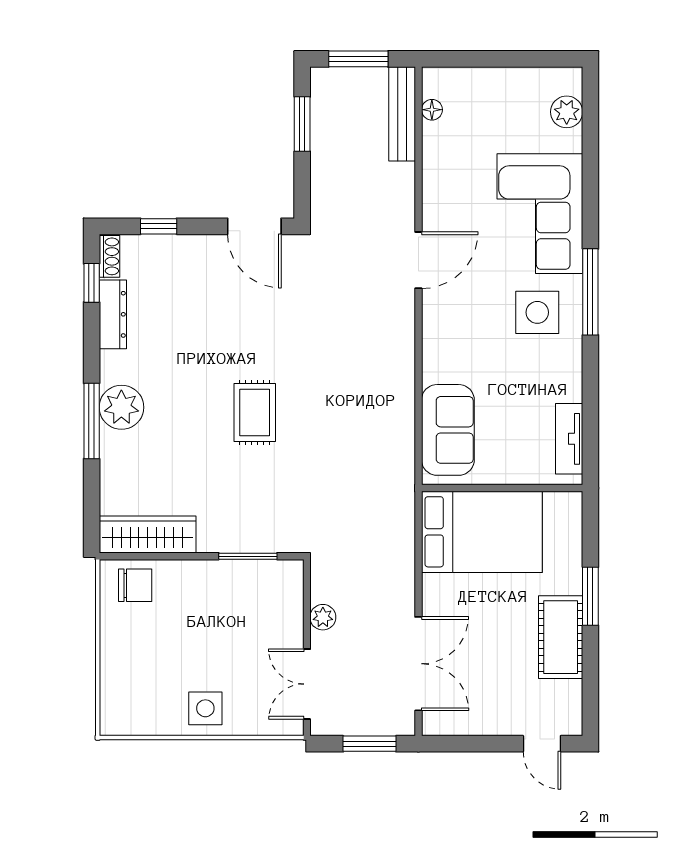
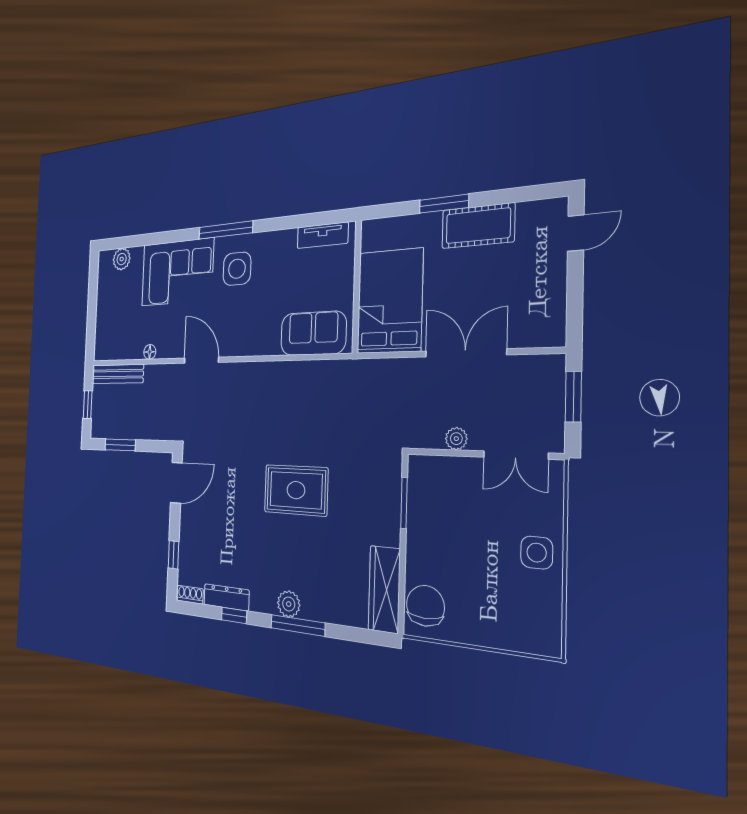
window: (358, 59) -> (88, 405), width x0.67
floor lamp: (432, 110) -> (150, 352), moved
window: (92, 283) -> (234, 615), moved
plant: (121, 407) -> (289, 604), width x0.73, depth x0.73
rug: (255, 412) -> (296, 490), width x1.36, depth x1.43
chair: (135, 585) -> (425, 606), width x1.37, depth x1.37
double door: (418, 664) -> (465, 353), moved

